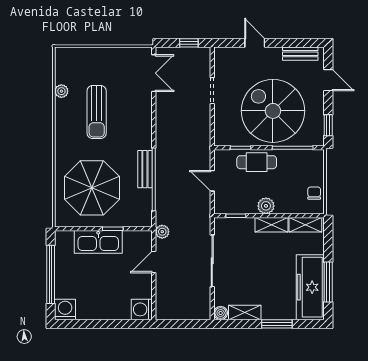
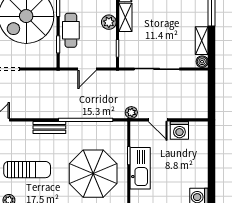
bench: (145, 169) -> (49, 127), moved
washing machine: (142, 309) -> (179, 130), moved

